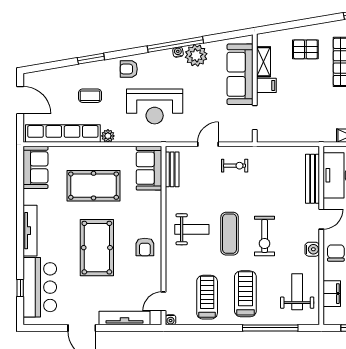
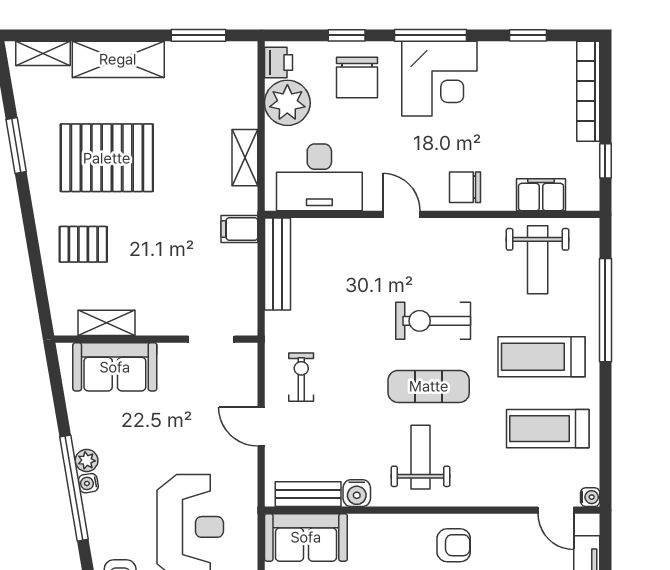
pallet: (305, 49) -> (83, 244), turned 90
plant: (196, 55) -> (87, 460), width x0.53, depth x0.53
sofa: (240, 74) -> (115, 367), width x0.73
filing cabinet: (266, 85) -> (239, 229), moved, turned -90
bench: (313, 179) -> (278, 264), moved, turned 90
exercise bike: (265, 236) -> (433, 321), turned 180
water cooler: (312, 249) -> (357, 493), moved, turned 180
weight bench: (297, 292) -> (538, 260), turned -90

